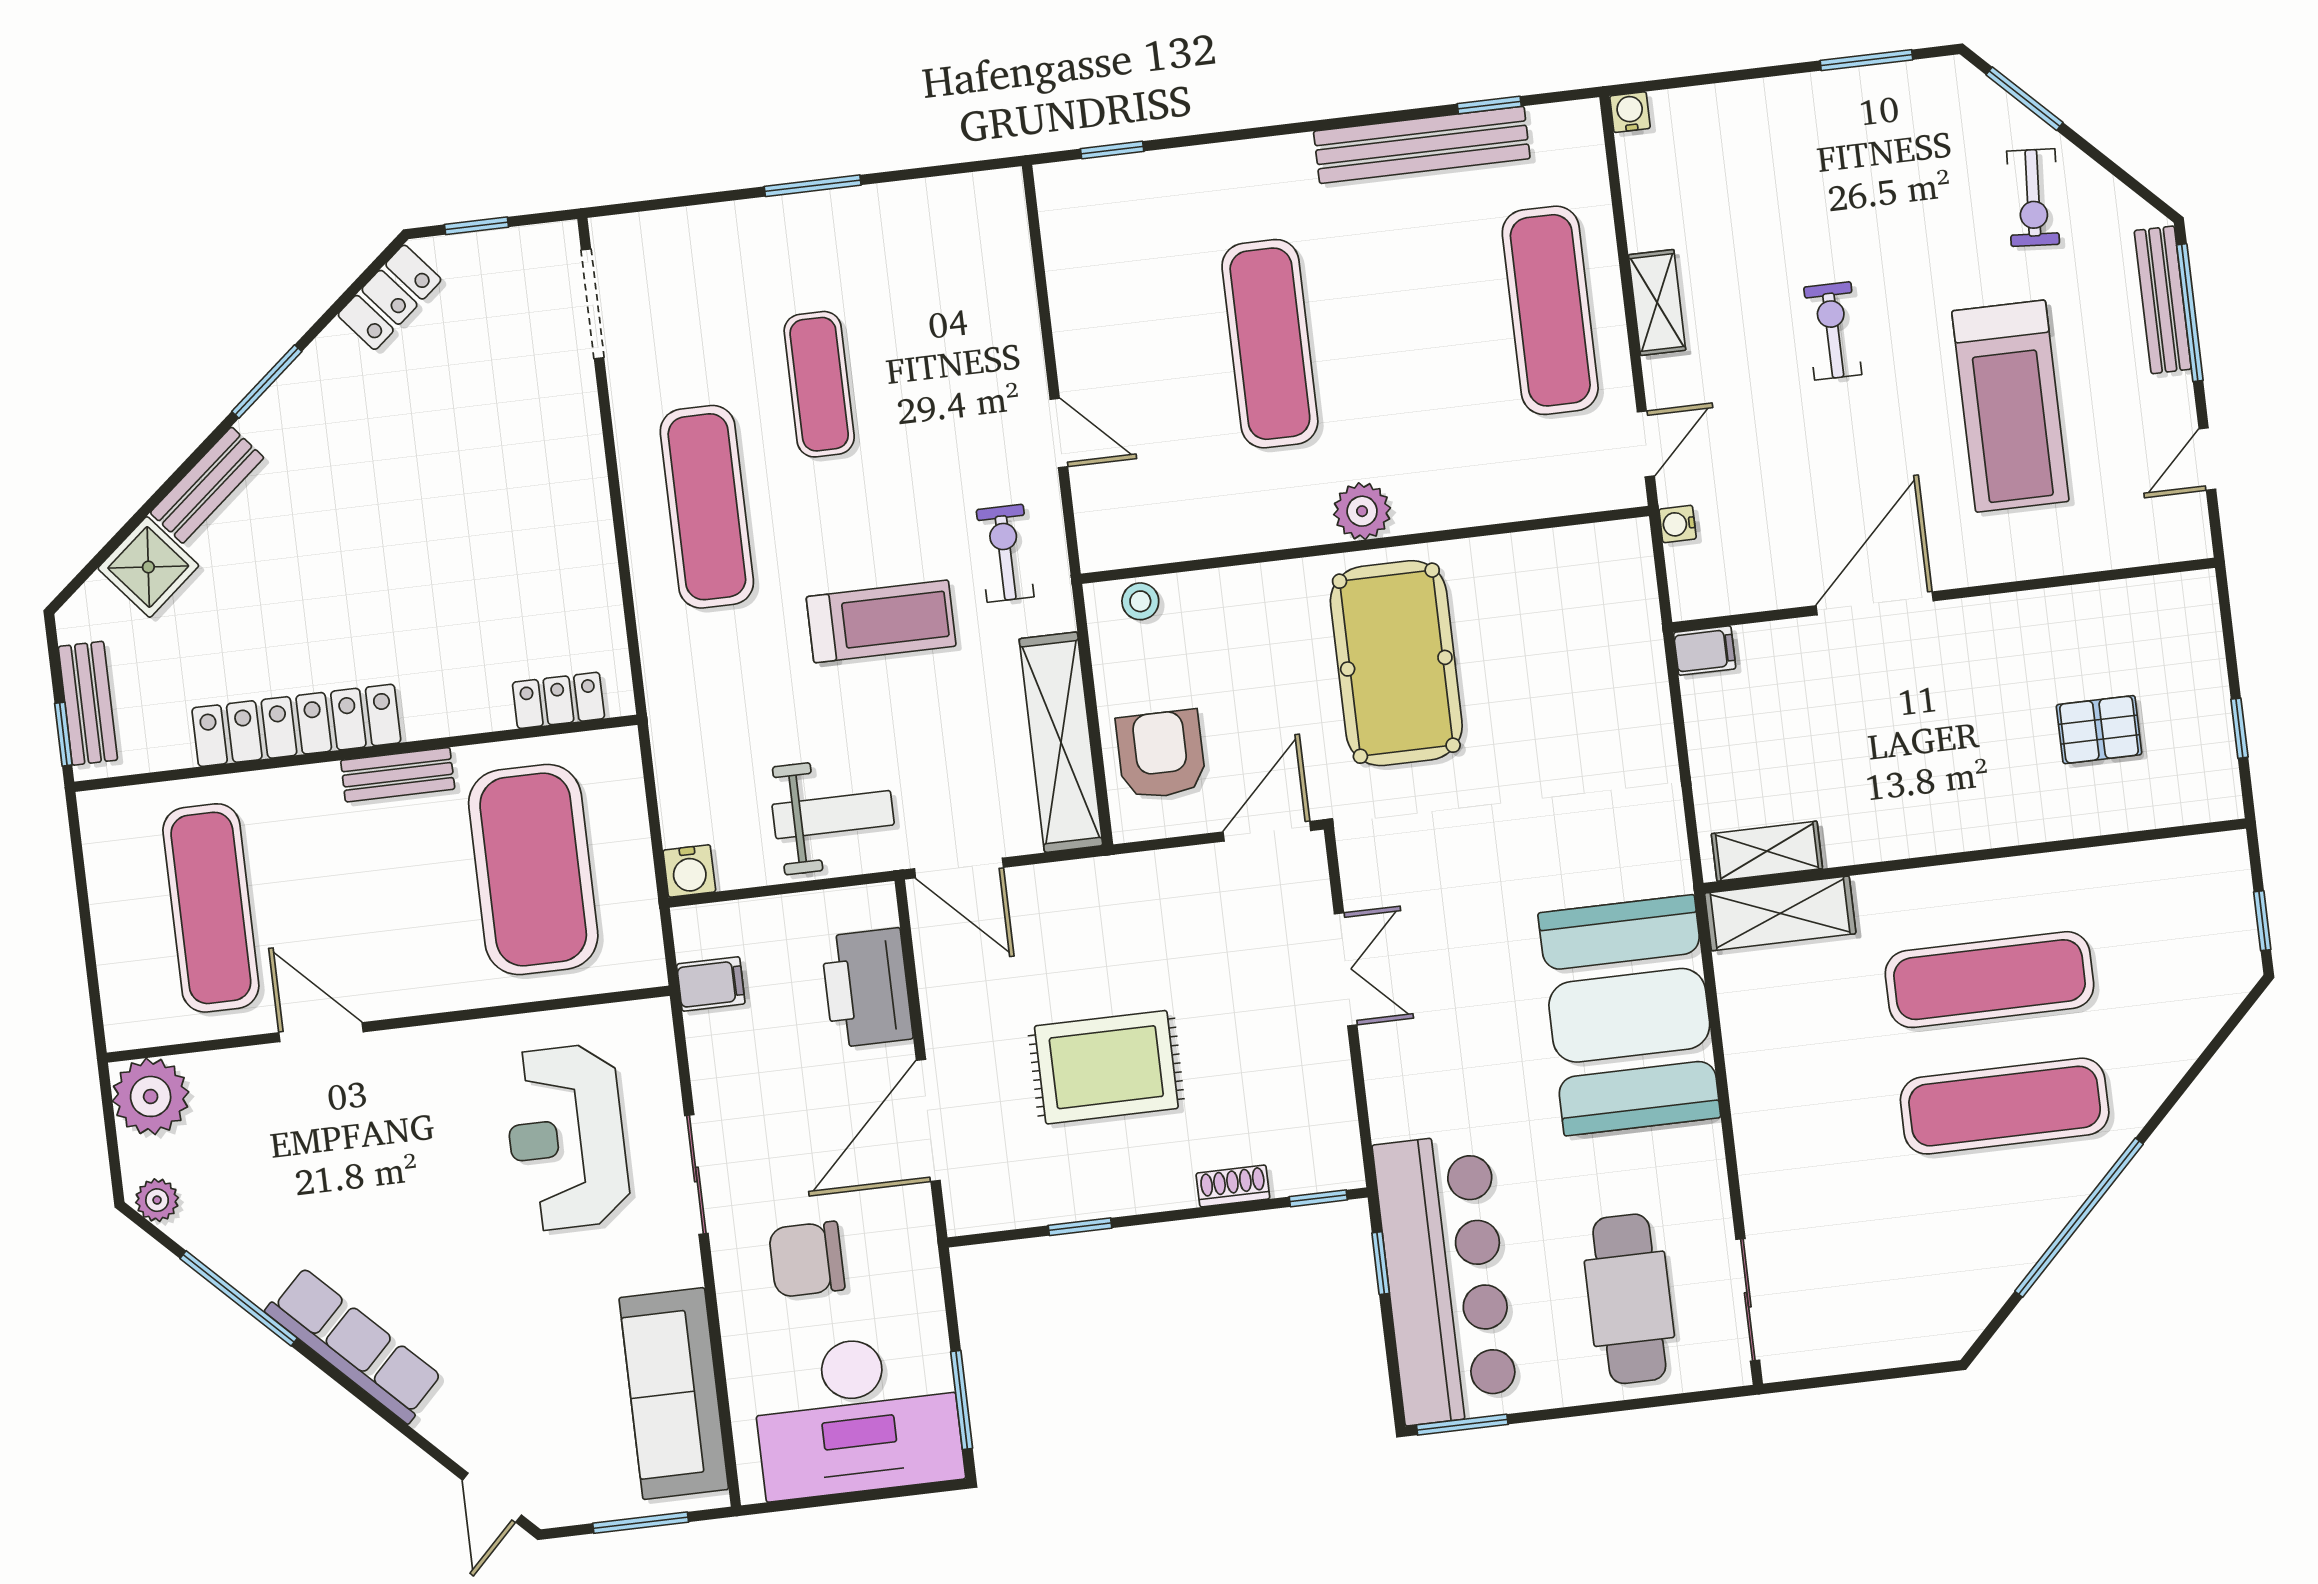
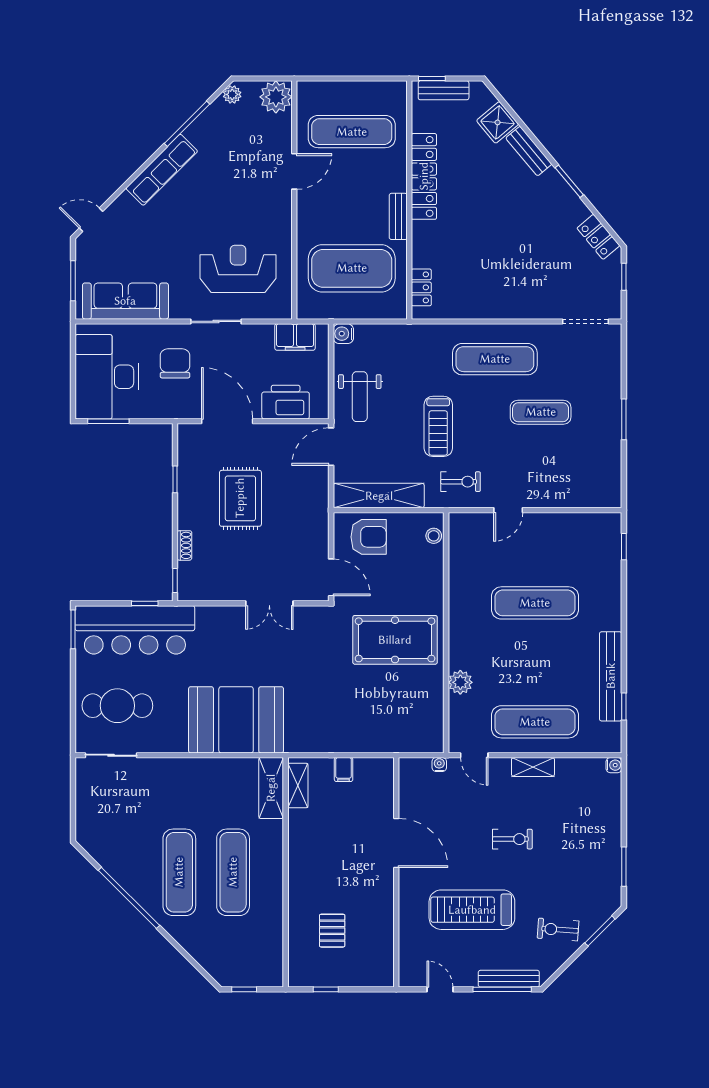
plant: (1362, 511) -> (460, 682), moved
filing cabinet: (1705, 651) -> (344, 770), moved
filing cabinet: (711, 984) -> (295, 337), width x2.00

